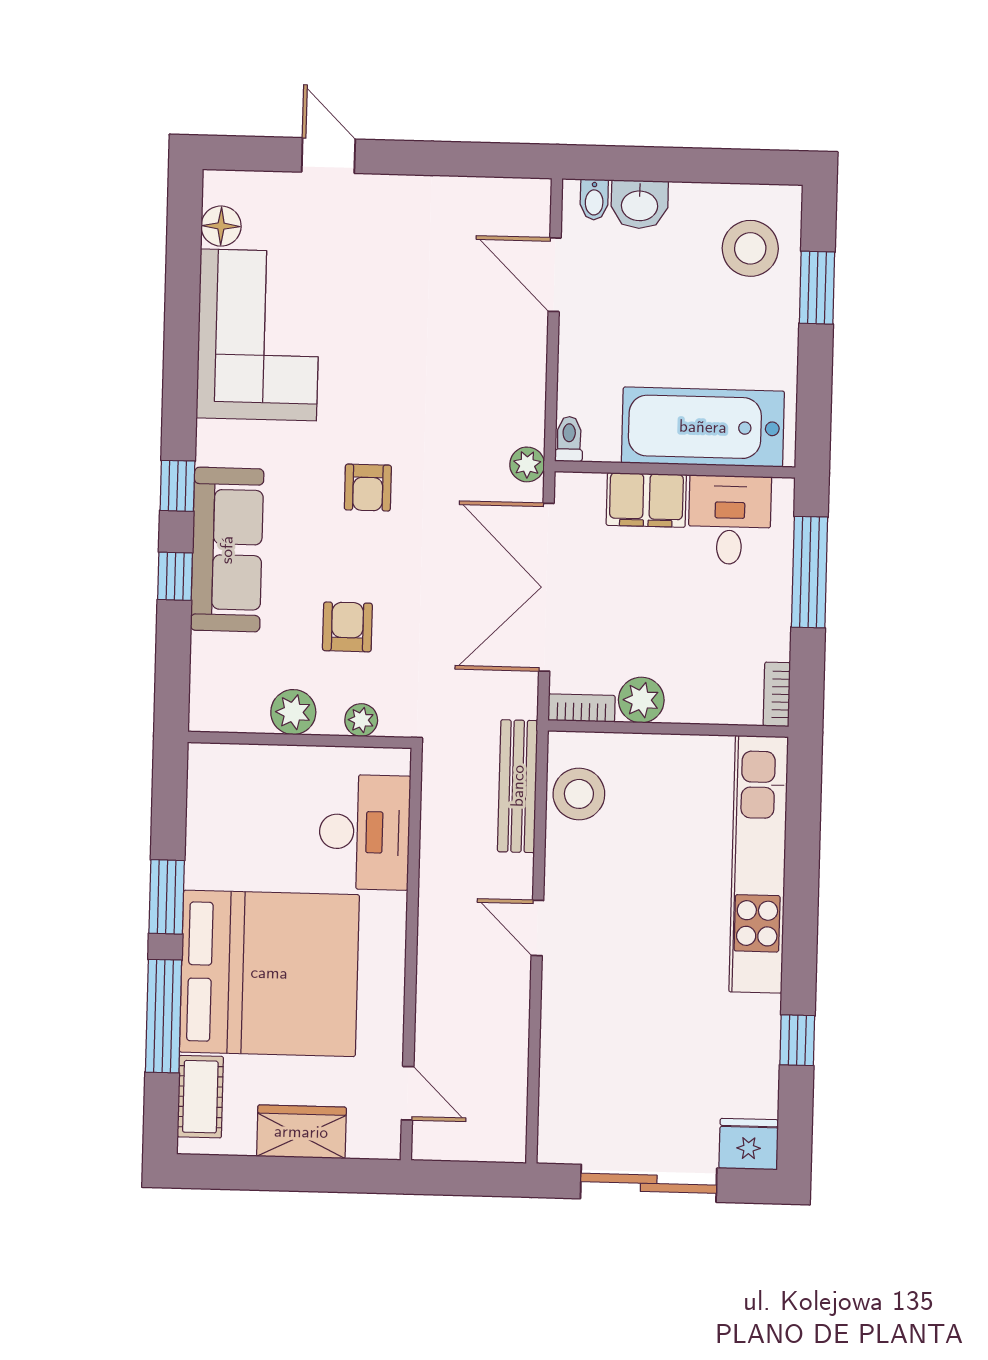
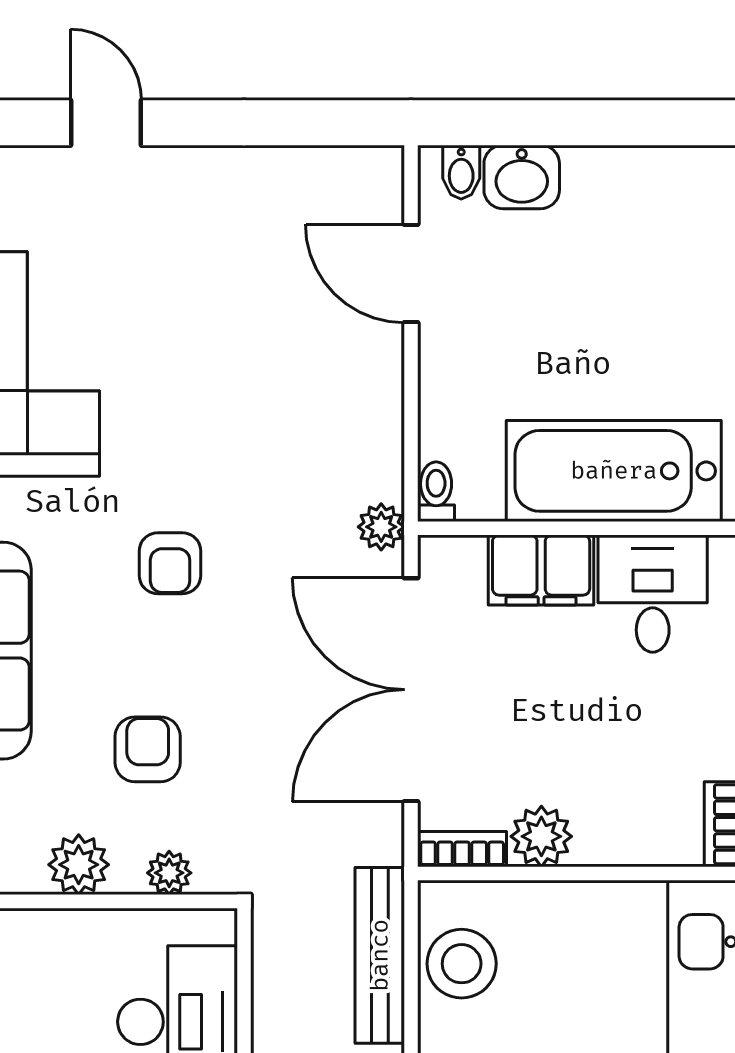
stool: (750, 248) -> (671, 232), removed

